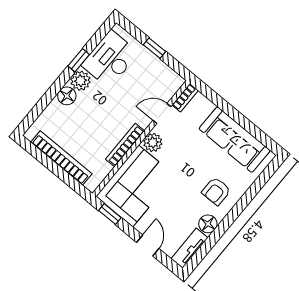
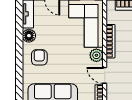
door: (162, 113) -> (105, 75), swing flipped

